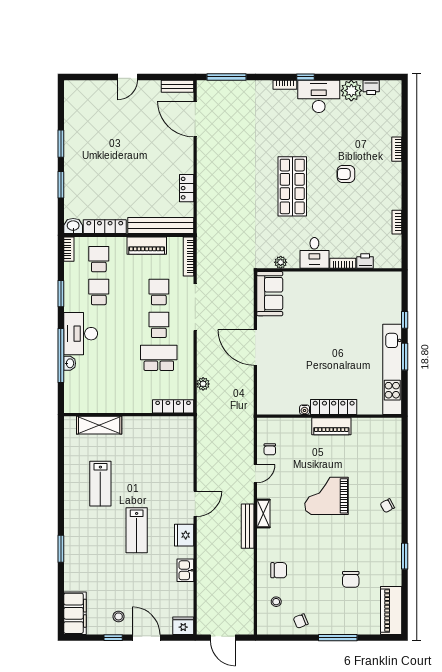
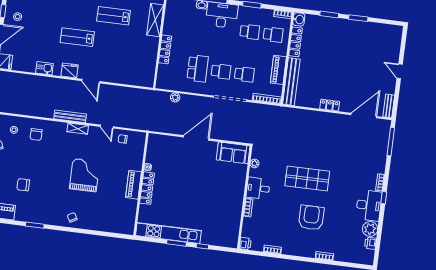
armchair: (346, 174) -> (311, 218), width x1.88, depth x1.88
locker: (187, 188) -> (330, 105), moved
printer: (365, 261) -> (245, 244), moved
locker: (173, 406) -> (165, 49), moved

